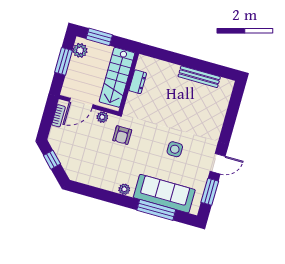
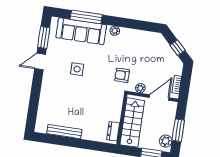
dresser: (138, 82) -> (113, 131), moved
armchair: (122, 135) -> (122, 75), turned -90

